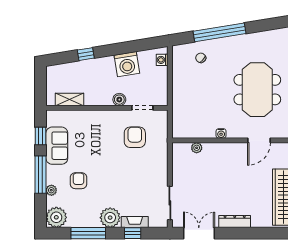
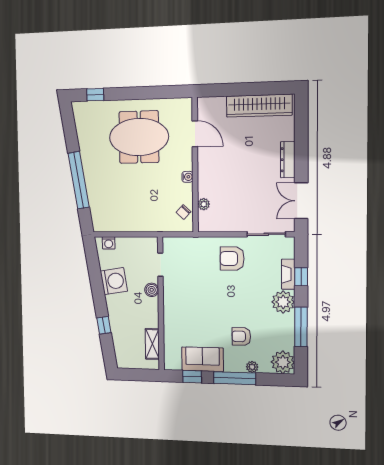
chair: (201, 58) -> (183, 212), moved
armchair: (135, 137) -> (232, 259), moved

